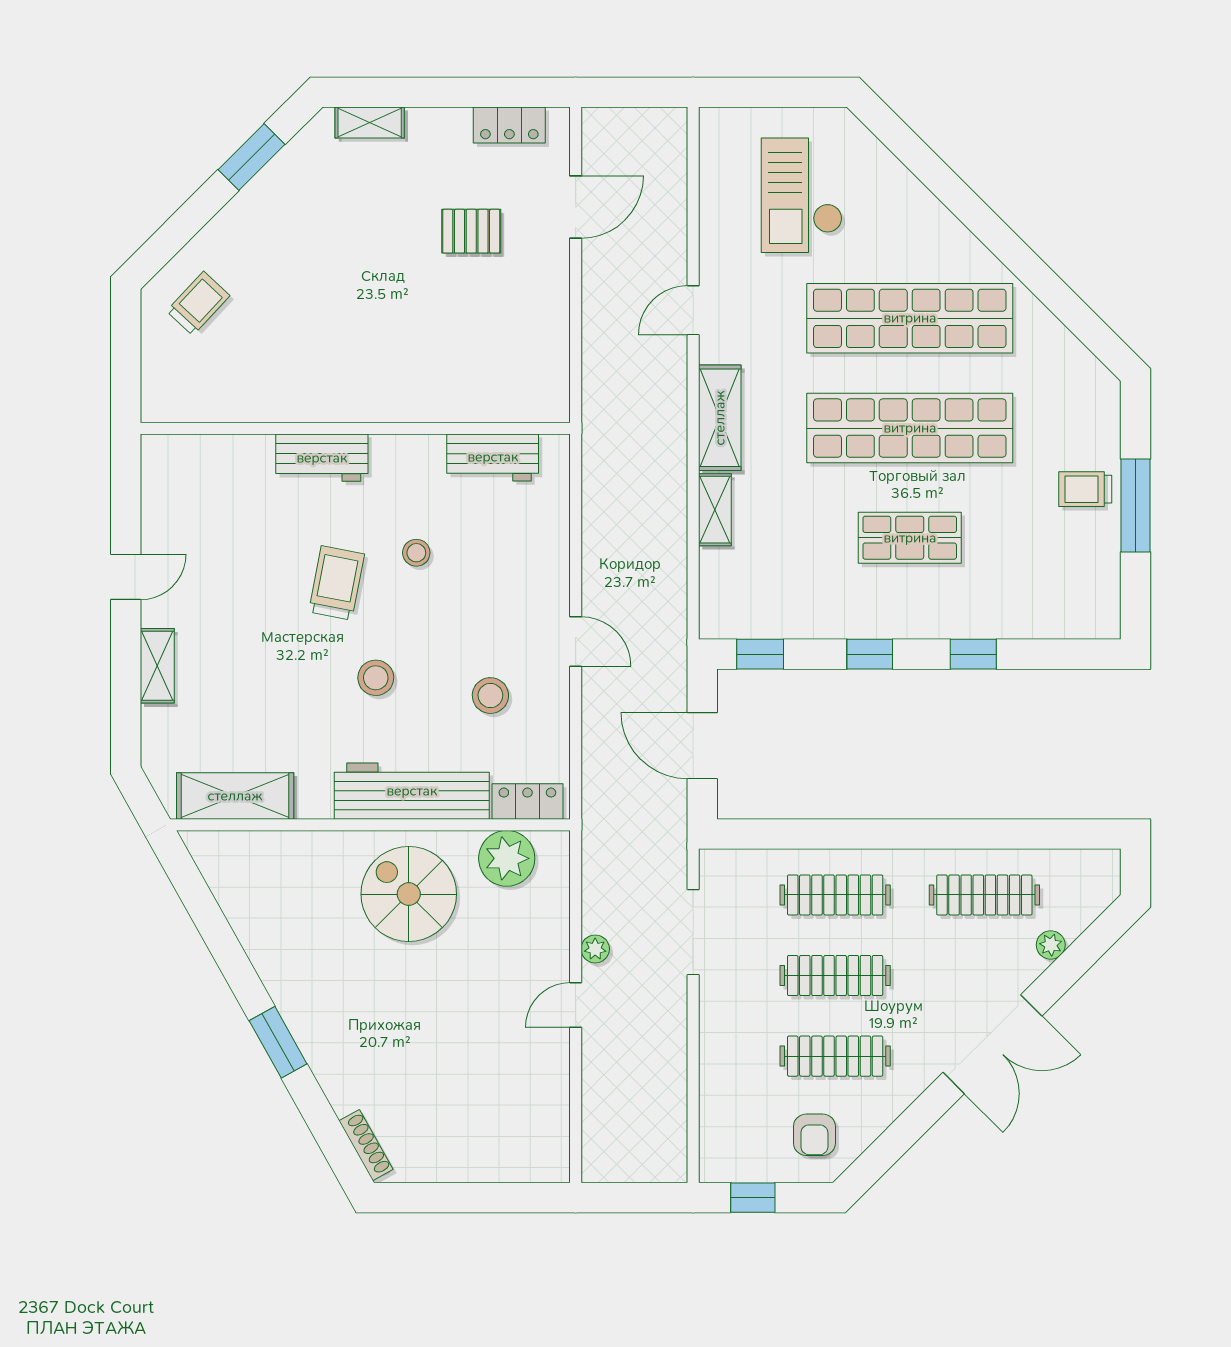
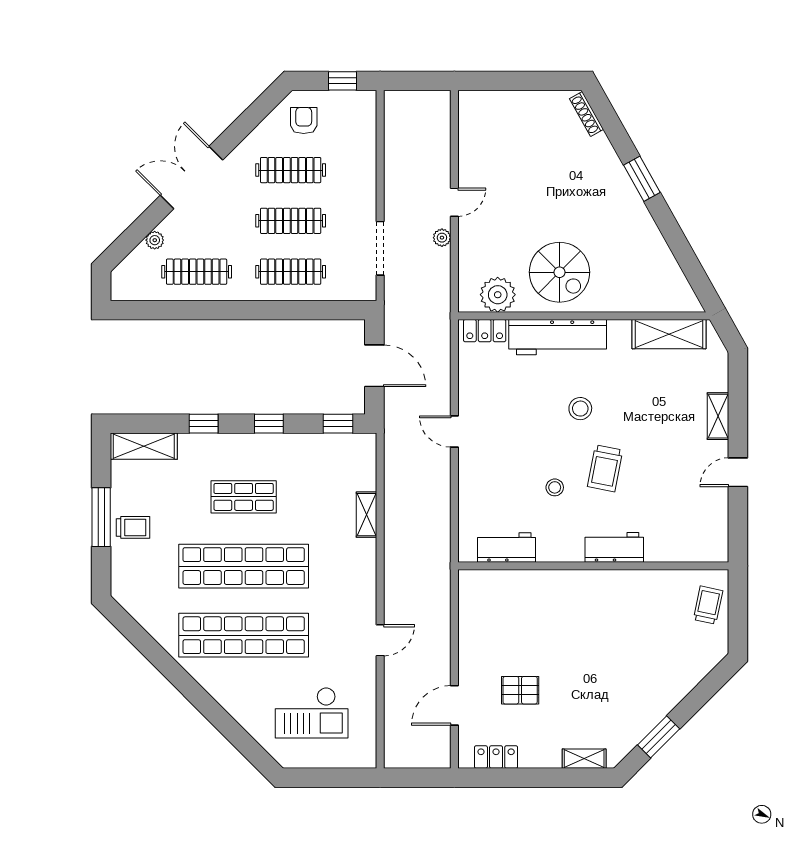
checkout: (802, 195) -> (312, 713), turned 90
trolley: (198, 303) -> (708, 605), moved, turned 149
shelving: (720, 418) -> (144, 446), moved, turned 90
stool: (490, 696) -> (508, 397), removed

